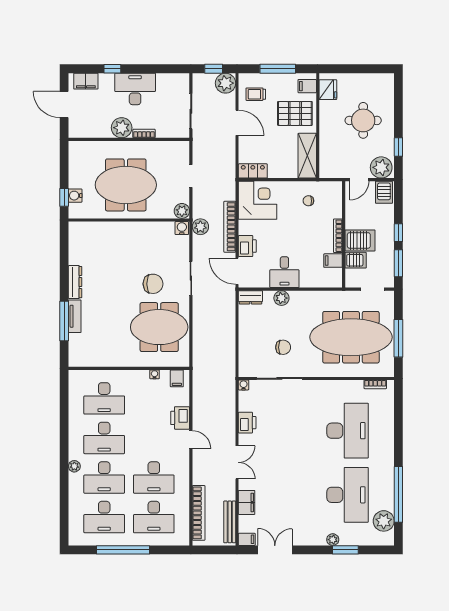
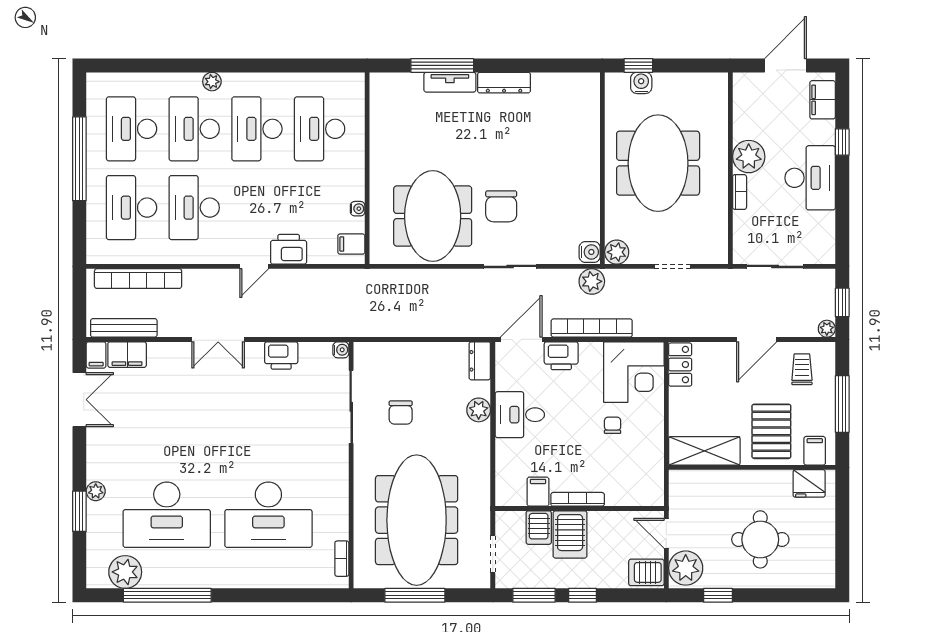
plant: (226, 83) -> (827, 329), width x0.53, depth x0.53
chair: (308, 201) -> (613, 425), moved
filing cabinet: (247, 502) -> (127, 355), moved

